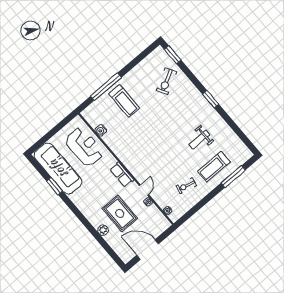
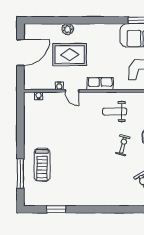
window: (211, 99) -> (56, 209), moved
weight bench: (199, 140) -> (115, 111), moved, turned -90
treadmill: (214, 167) -> (42, 165), turned 180
exercise bike: (186, 186) -> (123, 145), moved

